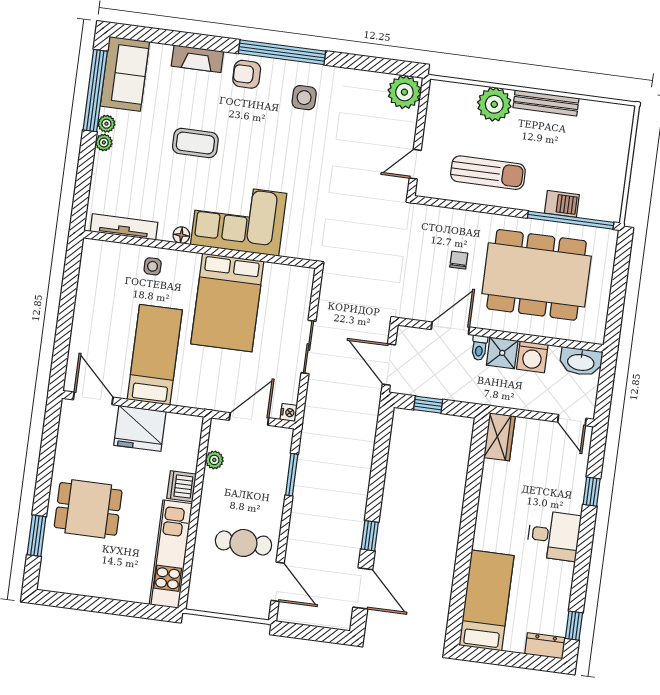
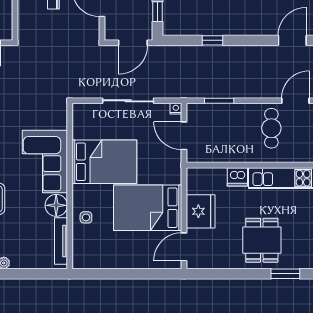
floor lamp: (181, 235) -> (56, 205), width x1.89, depth x1.89
sliding door: (308, 347) -> (128, 101), width x1.37
bed: (155, 355) -> (148, 208), width x1.50
plant: (214, 460) -> (216, 156), removed
window: (370, 536) -> (212, 40), moved

